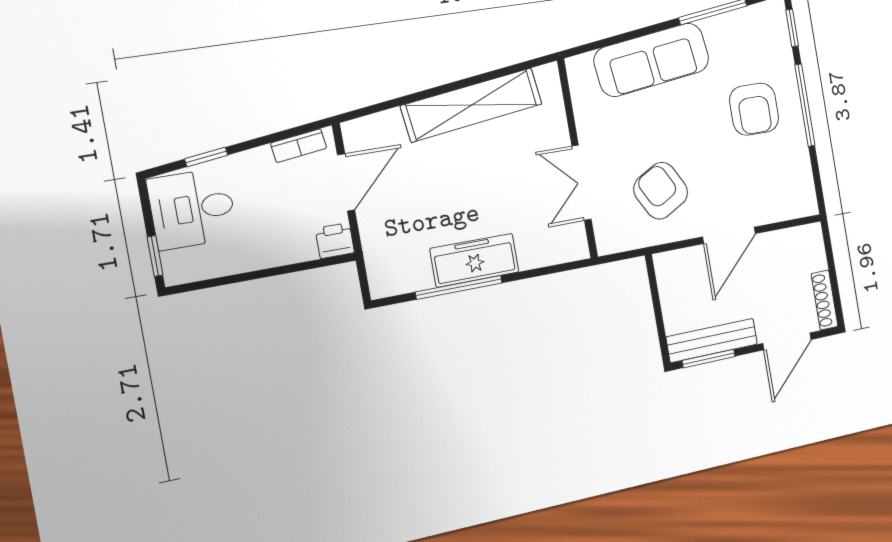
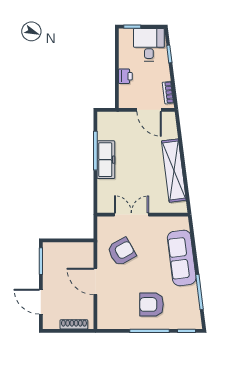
printer: (335, 241) -> (125, 76), moved
shoe rack: (825, 300) -> (74, 324), moved
bench: (712, 341) -> (49, 264), removed

